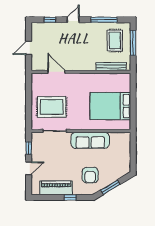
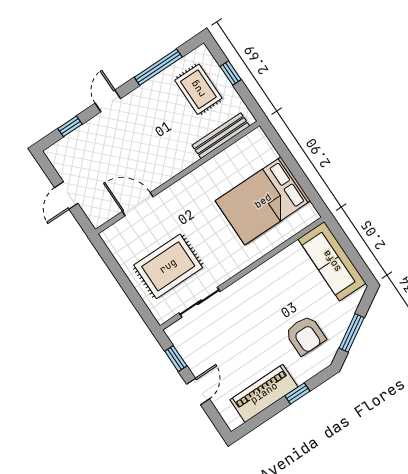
window: (133, 43) -> (231, 73), width x0.46
sofa: (90, 140) -> (332, 261), moved, turned 90

